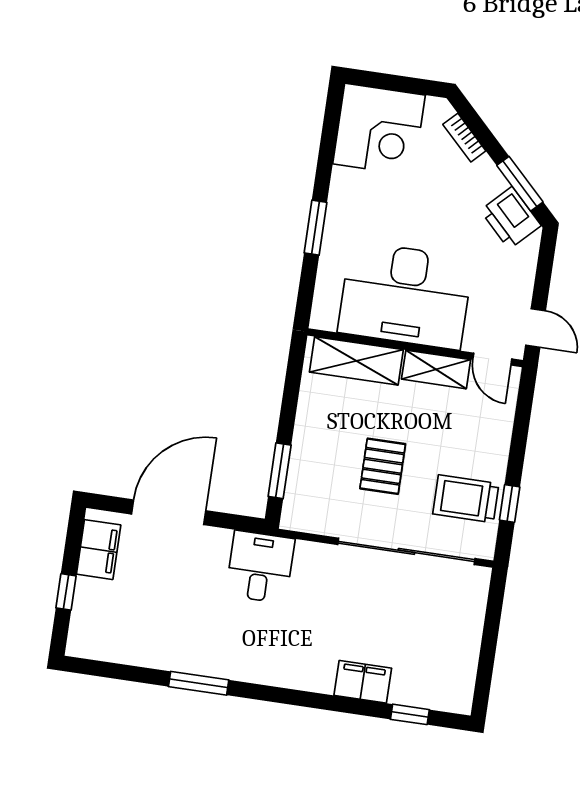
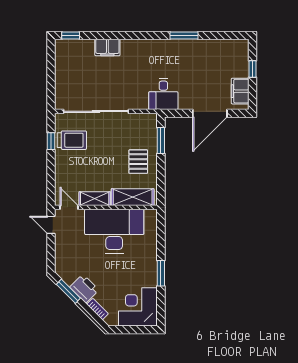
printer: (511, 218) -> (84, 289), moved
window: (315, 228) -> (161, 273), moved
pallet: (383, 466) -> (138, 162), moved
window: (410, 714) -> (71, 35), moved

